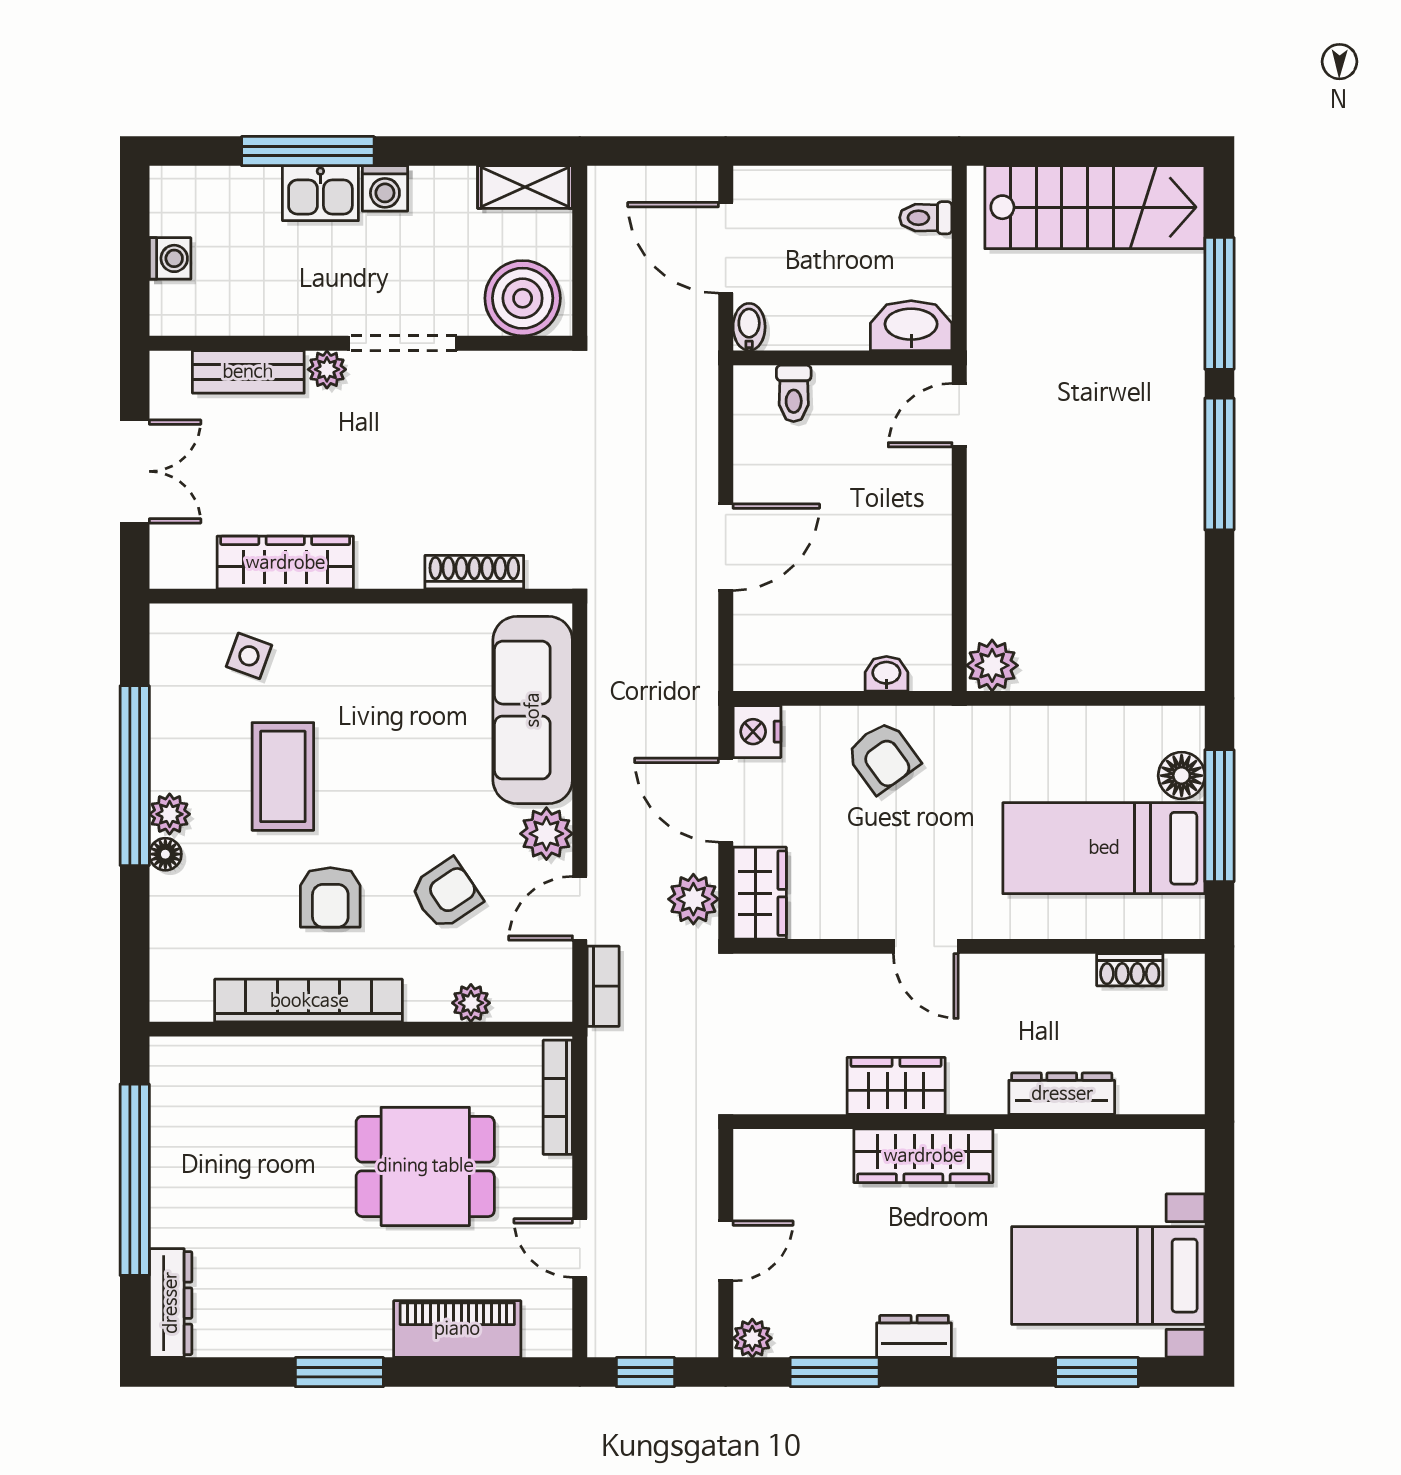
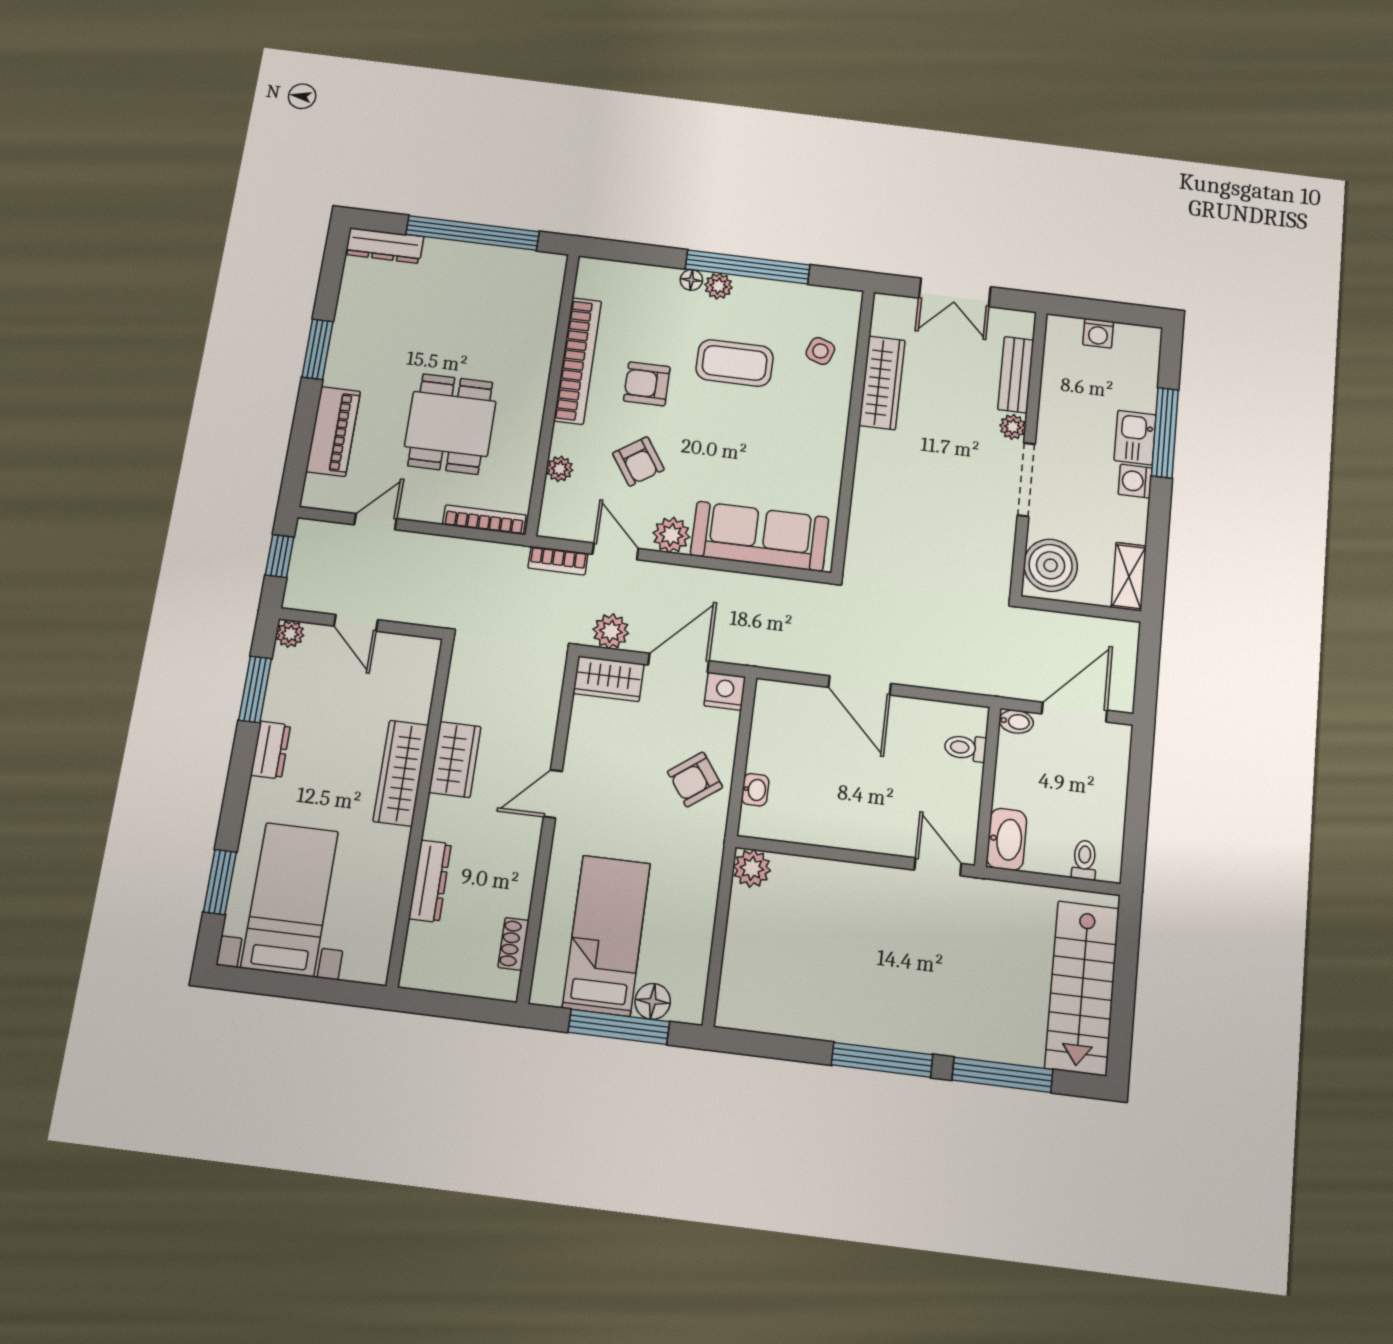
shoe rack: (474, 572) -> (861, 508), removed

